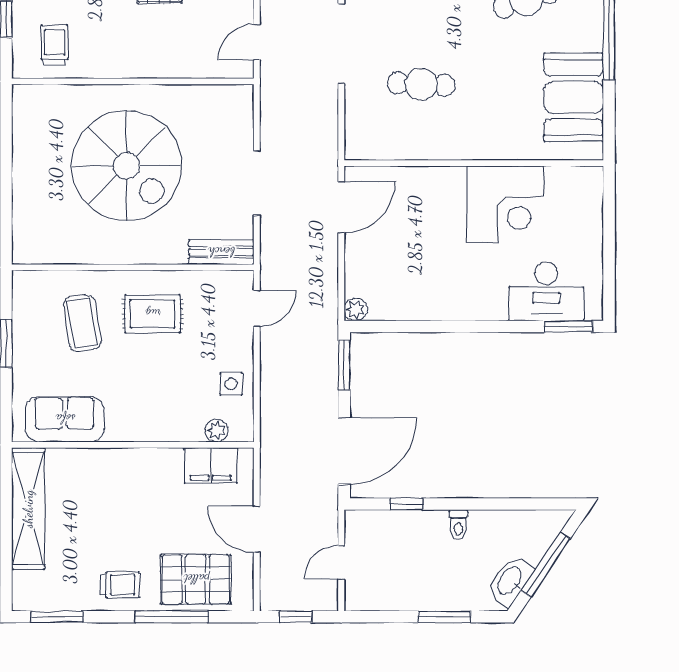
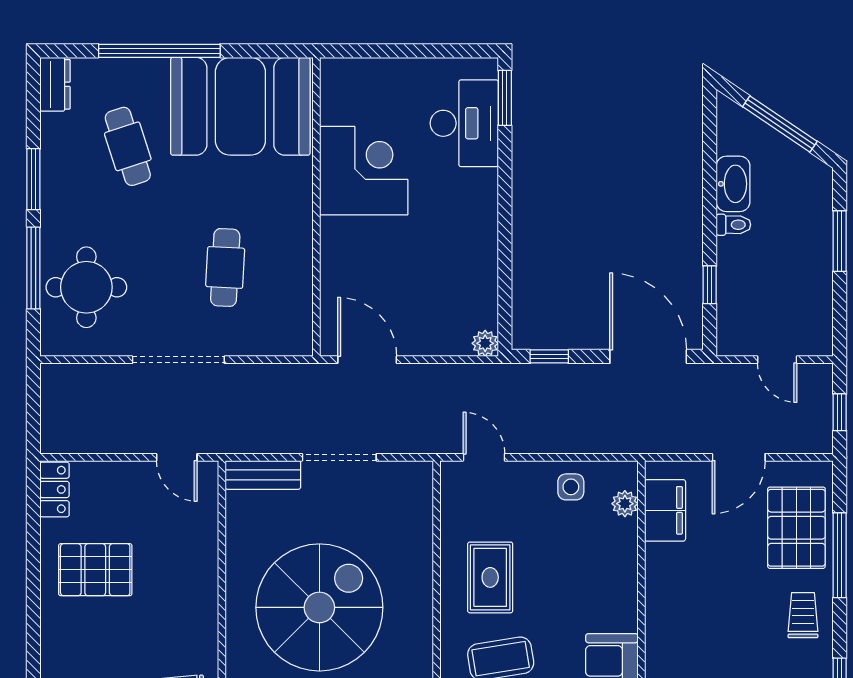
booth: (574, 97) -> (240, 106), width x1.36, depth x1.42
bench: (221, 252) -> (263, 475), moved, turned 90
window: (344, 365) -> (549, 356), width x0.67
washbasin: (510, 581) -> (733, 184), moved, turned -124

